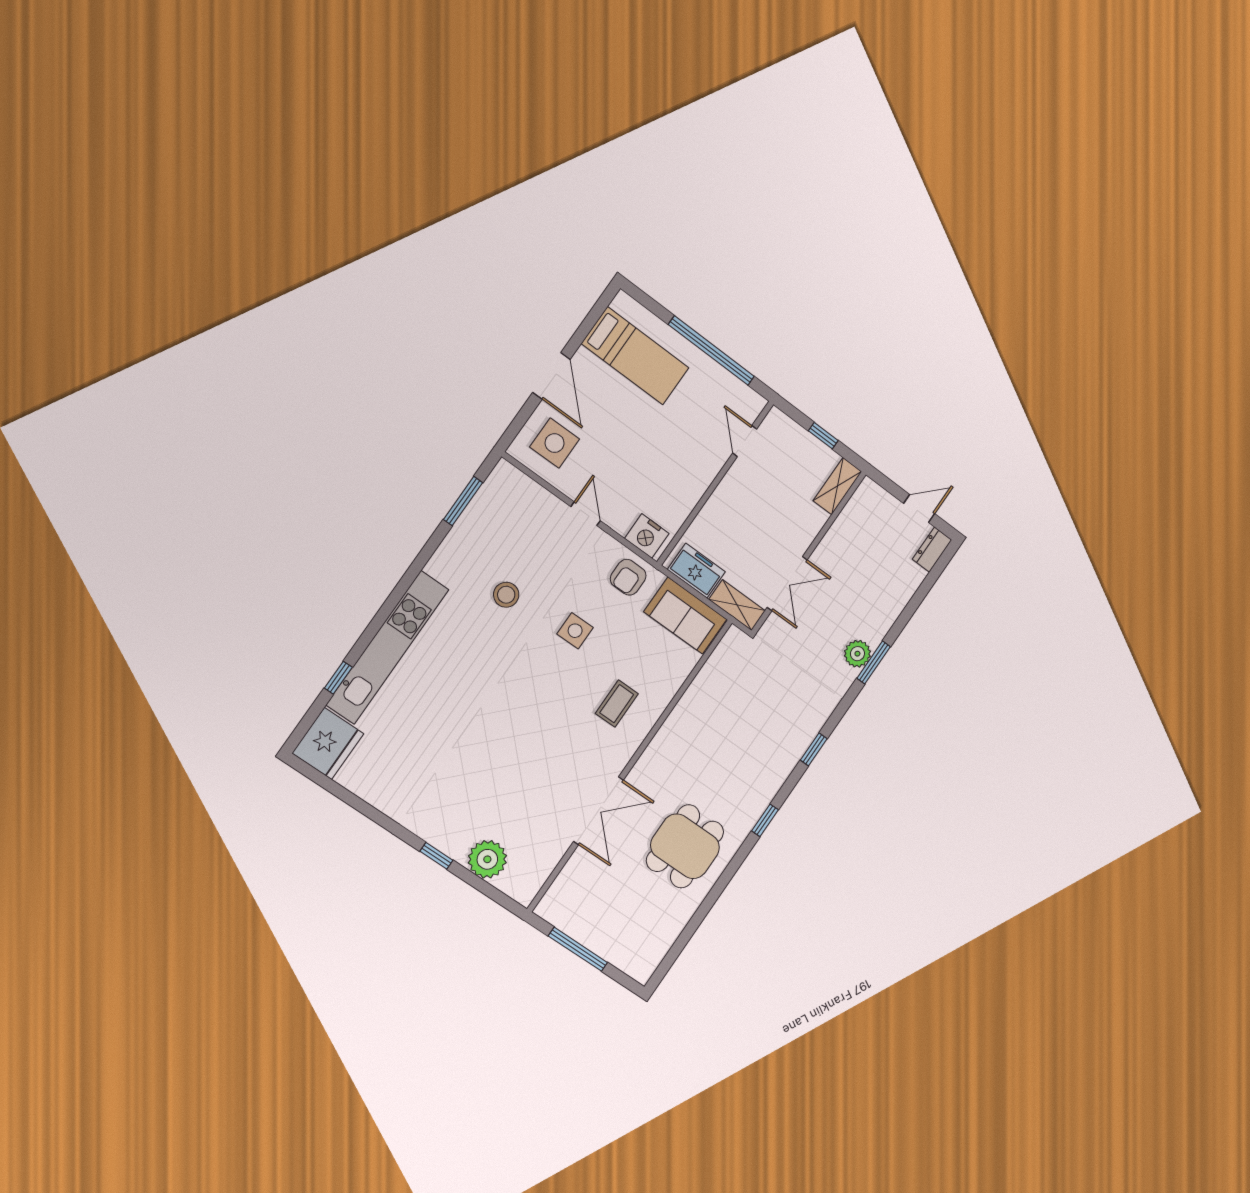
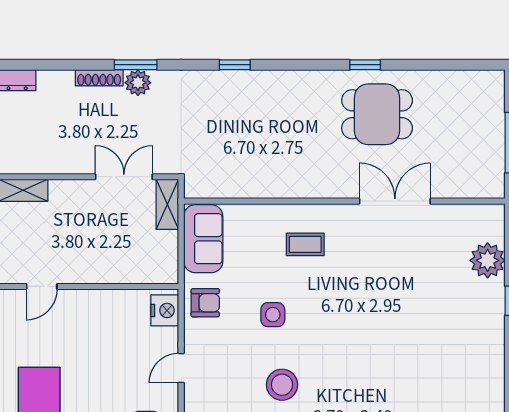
freezer: (696, 571) -> (164, 254), removed
stool: (506, 595) -> (282, 385), width x1.38, depth x1.38
shoe rack: (885, 623) -> (99, 78), added
window: (765, 820) -> (365, 65), moved

